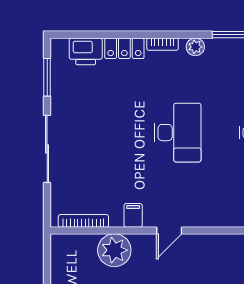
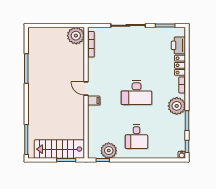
plant: (195, 47) -> (177, 106), width x1.87, depth x1.87
filing cabinet: (133, 215) -> (94, 101), moved
plant: (114, 250) -> (76, 36), moved

